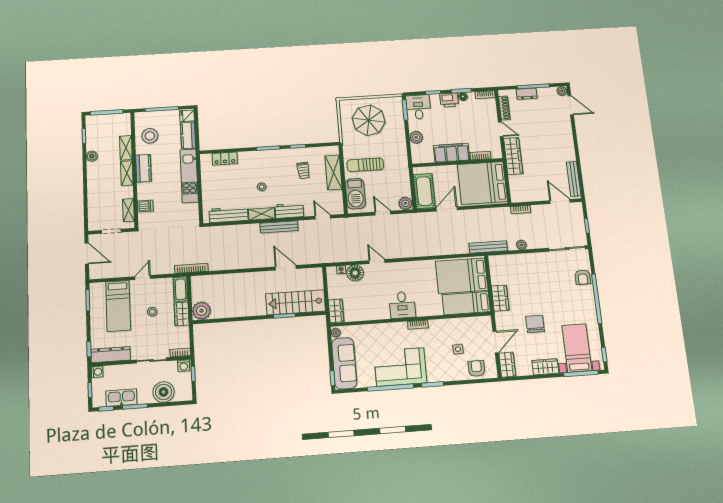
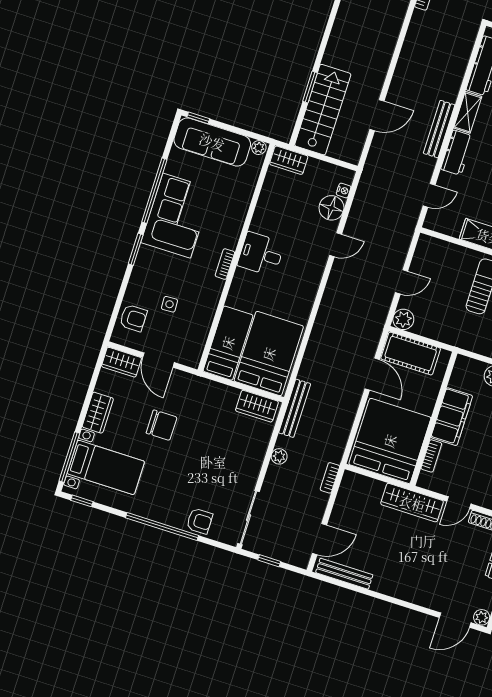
barbecue: (355, 194) -> (445, 255), removed
armchair: (583, 277) -> (200, 521), turned 180
wardrobe: (500, 298) -> (257, 406), moved

